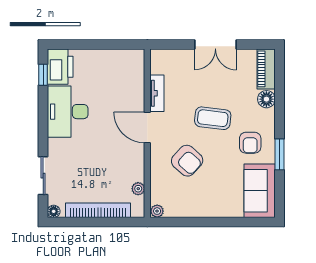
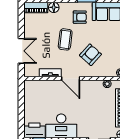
double door: (215, 45) -> (21, 51), moved
door: (147, 127) -> (71, 78), hinge flipped

